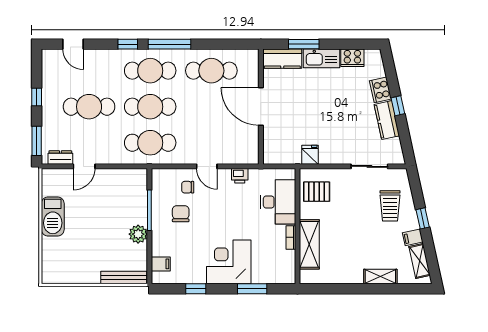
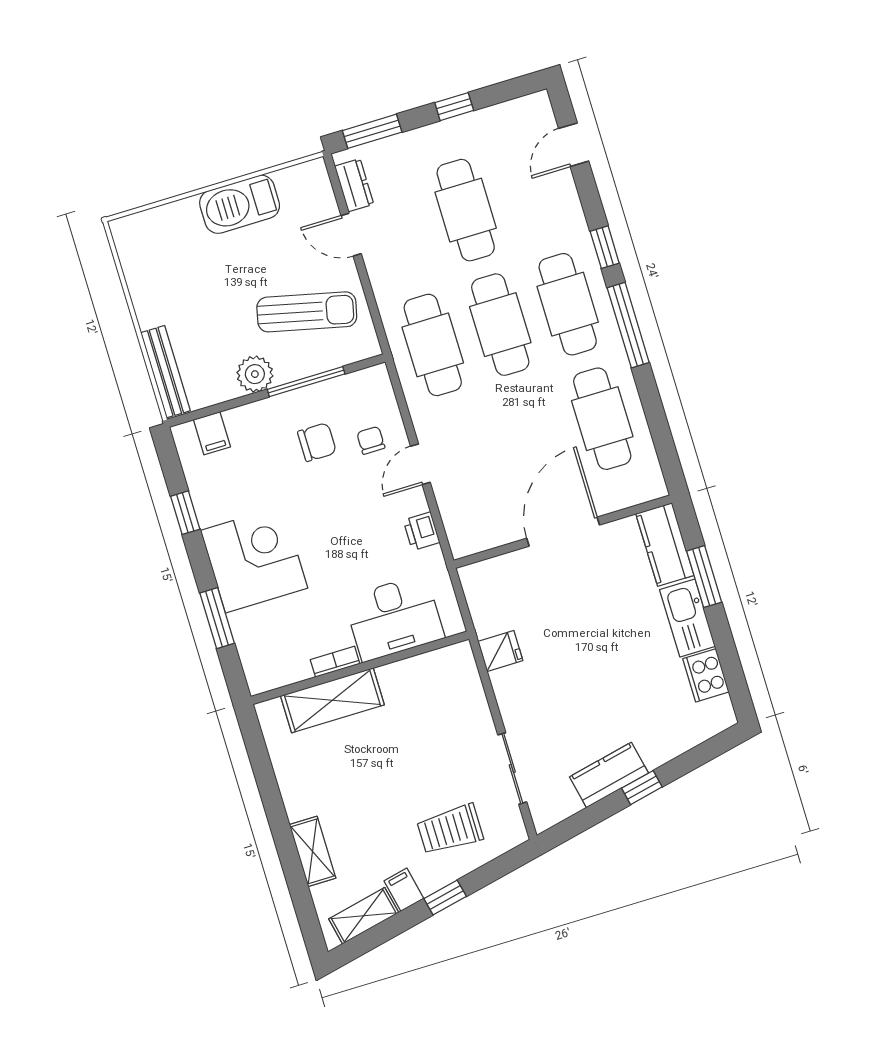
cooker: (381, 90) -> (662, 746), removed
pallet: (317, 192) -> (435, 684), removed
sun lounger: (115, 200) -> (307, 312), added

